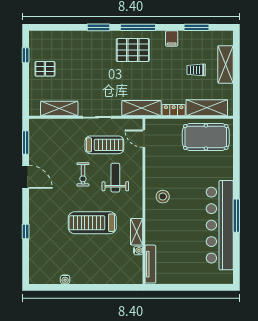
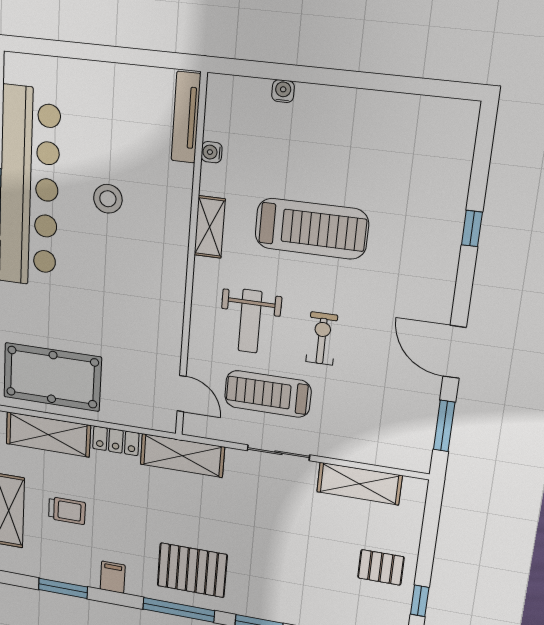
stool: (163, 197) -> (108, 199), moved
shelving: (137, 232) -> (210, 227), moved
water cooler: (65, 279) -> (283, 91), moved

